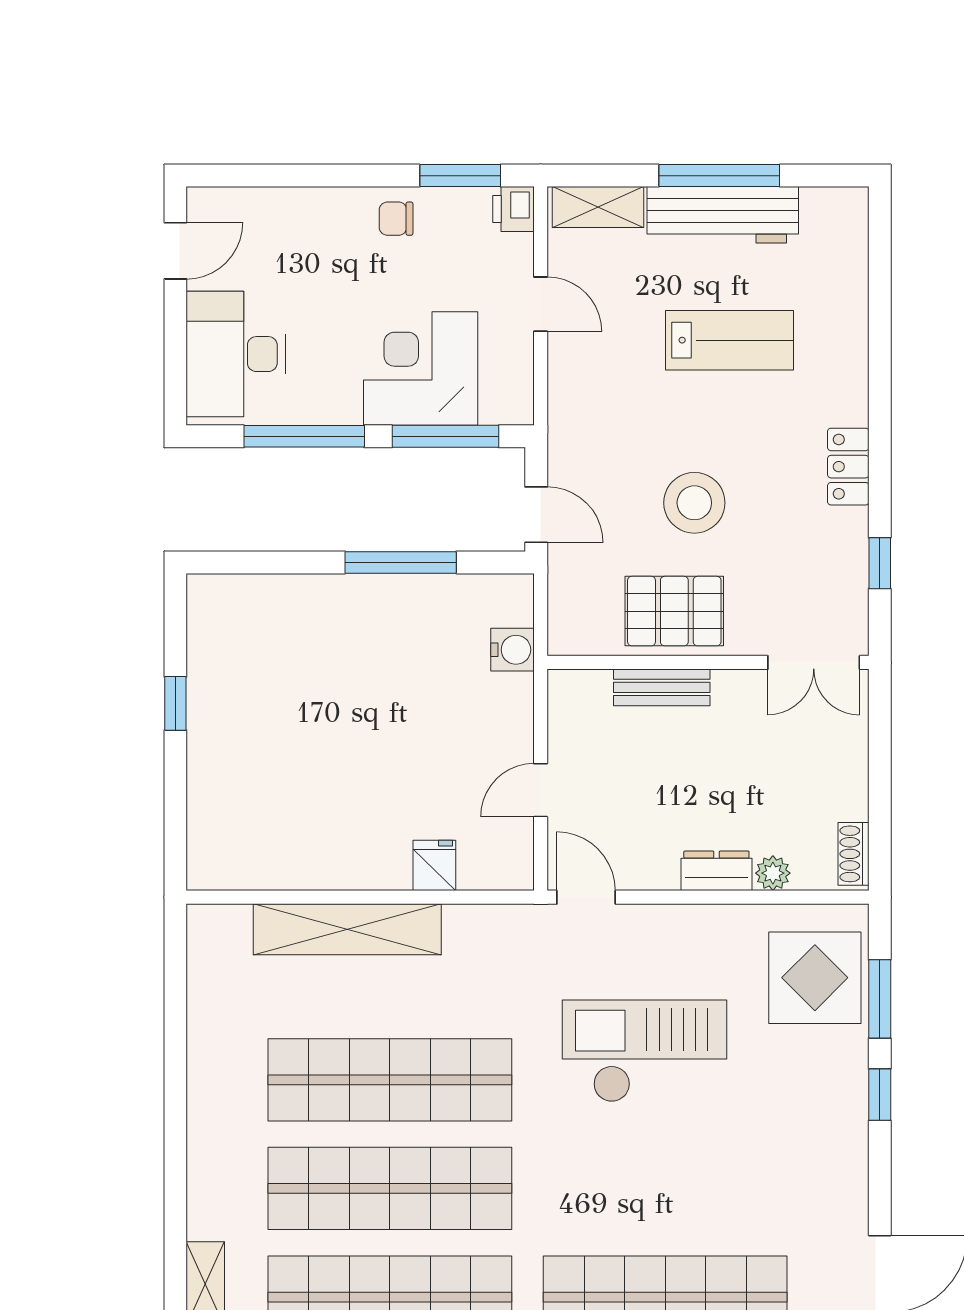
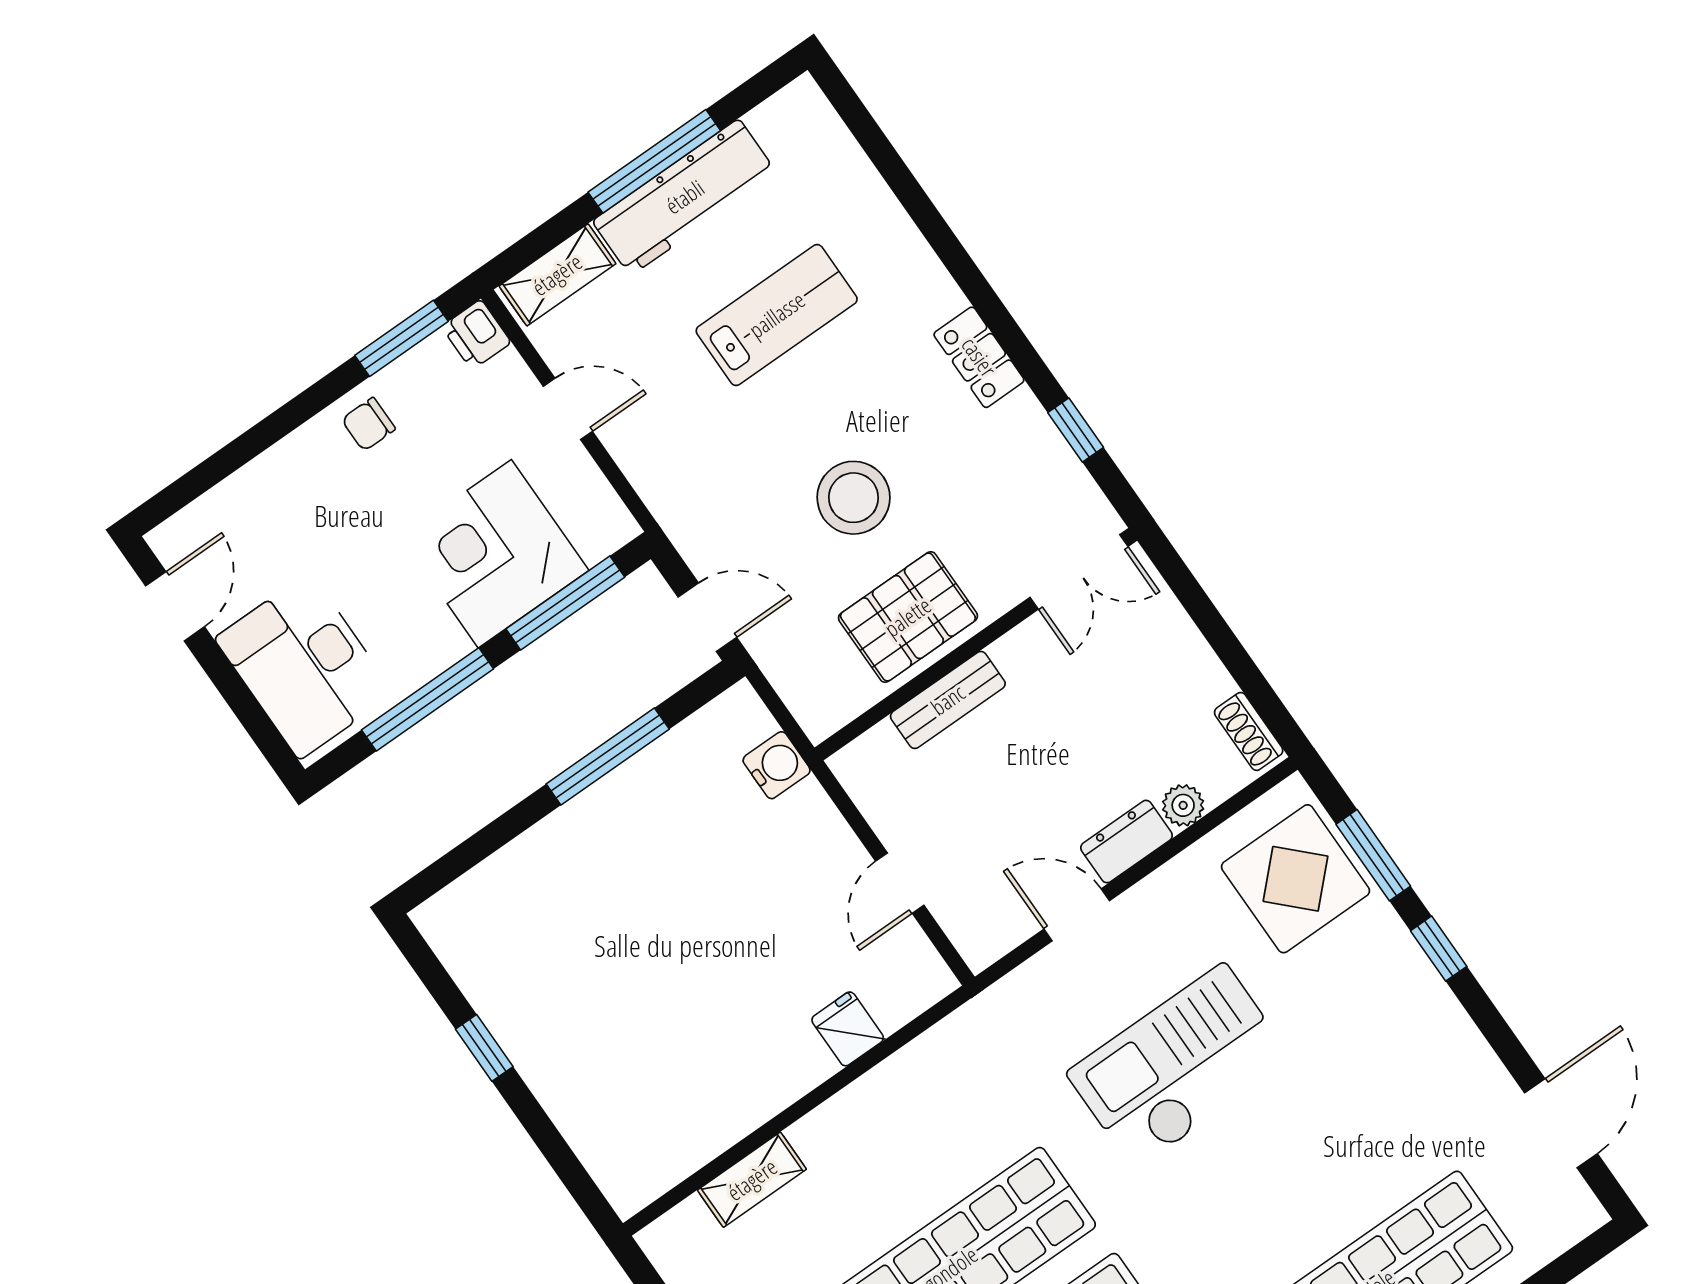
door: (586, 897) -> (1077, 915), moved
shelving: (347, 929) -> (752, 1180), width x0.45, depth x0.75

